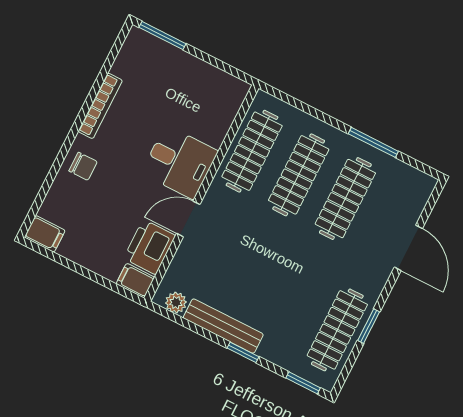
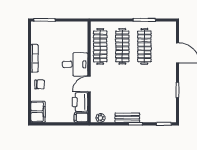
filing cabinet: (45, 234) -> (38, 112), width x2.00
bench: (223, 326) -> (127, 118), width x0.73
clothes rail: (337, 330) -> (166, 97), removed

